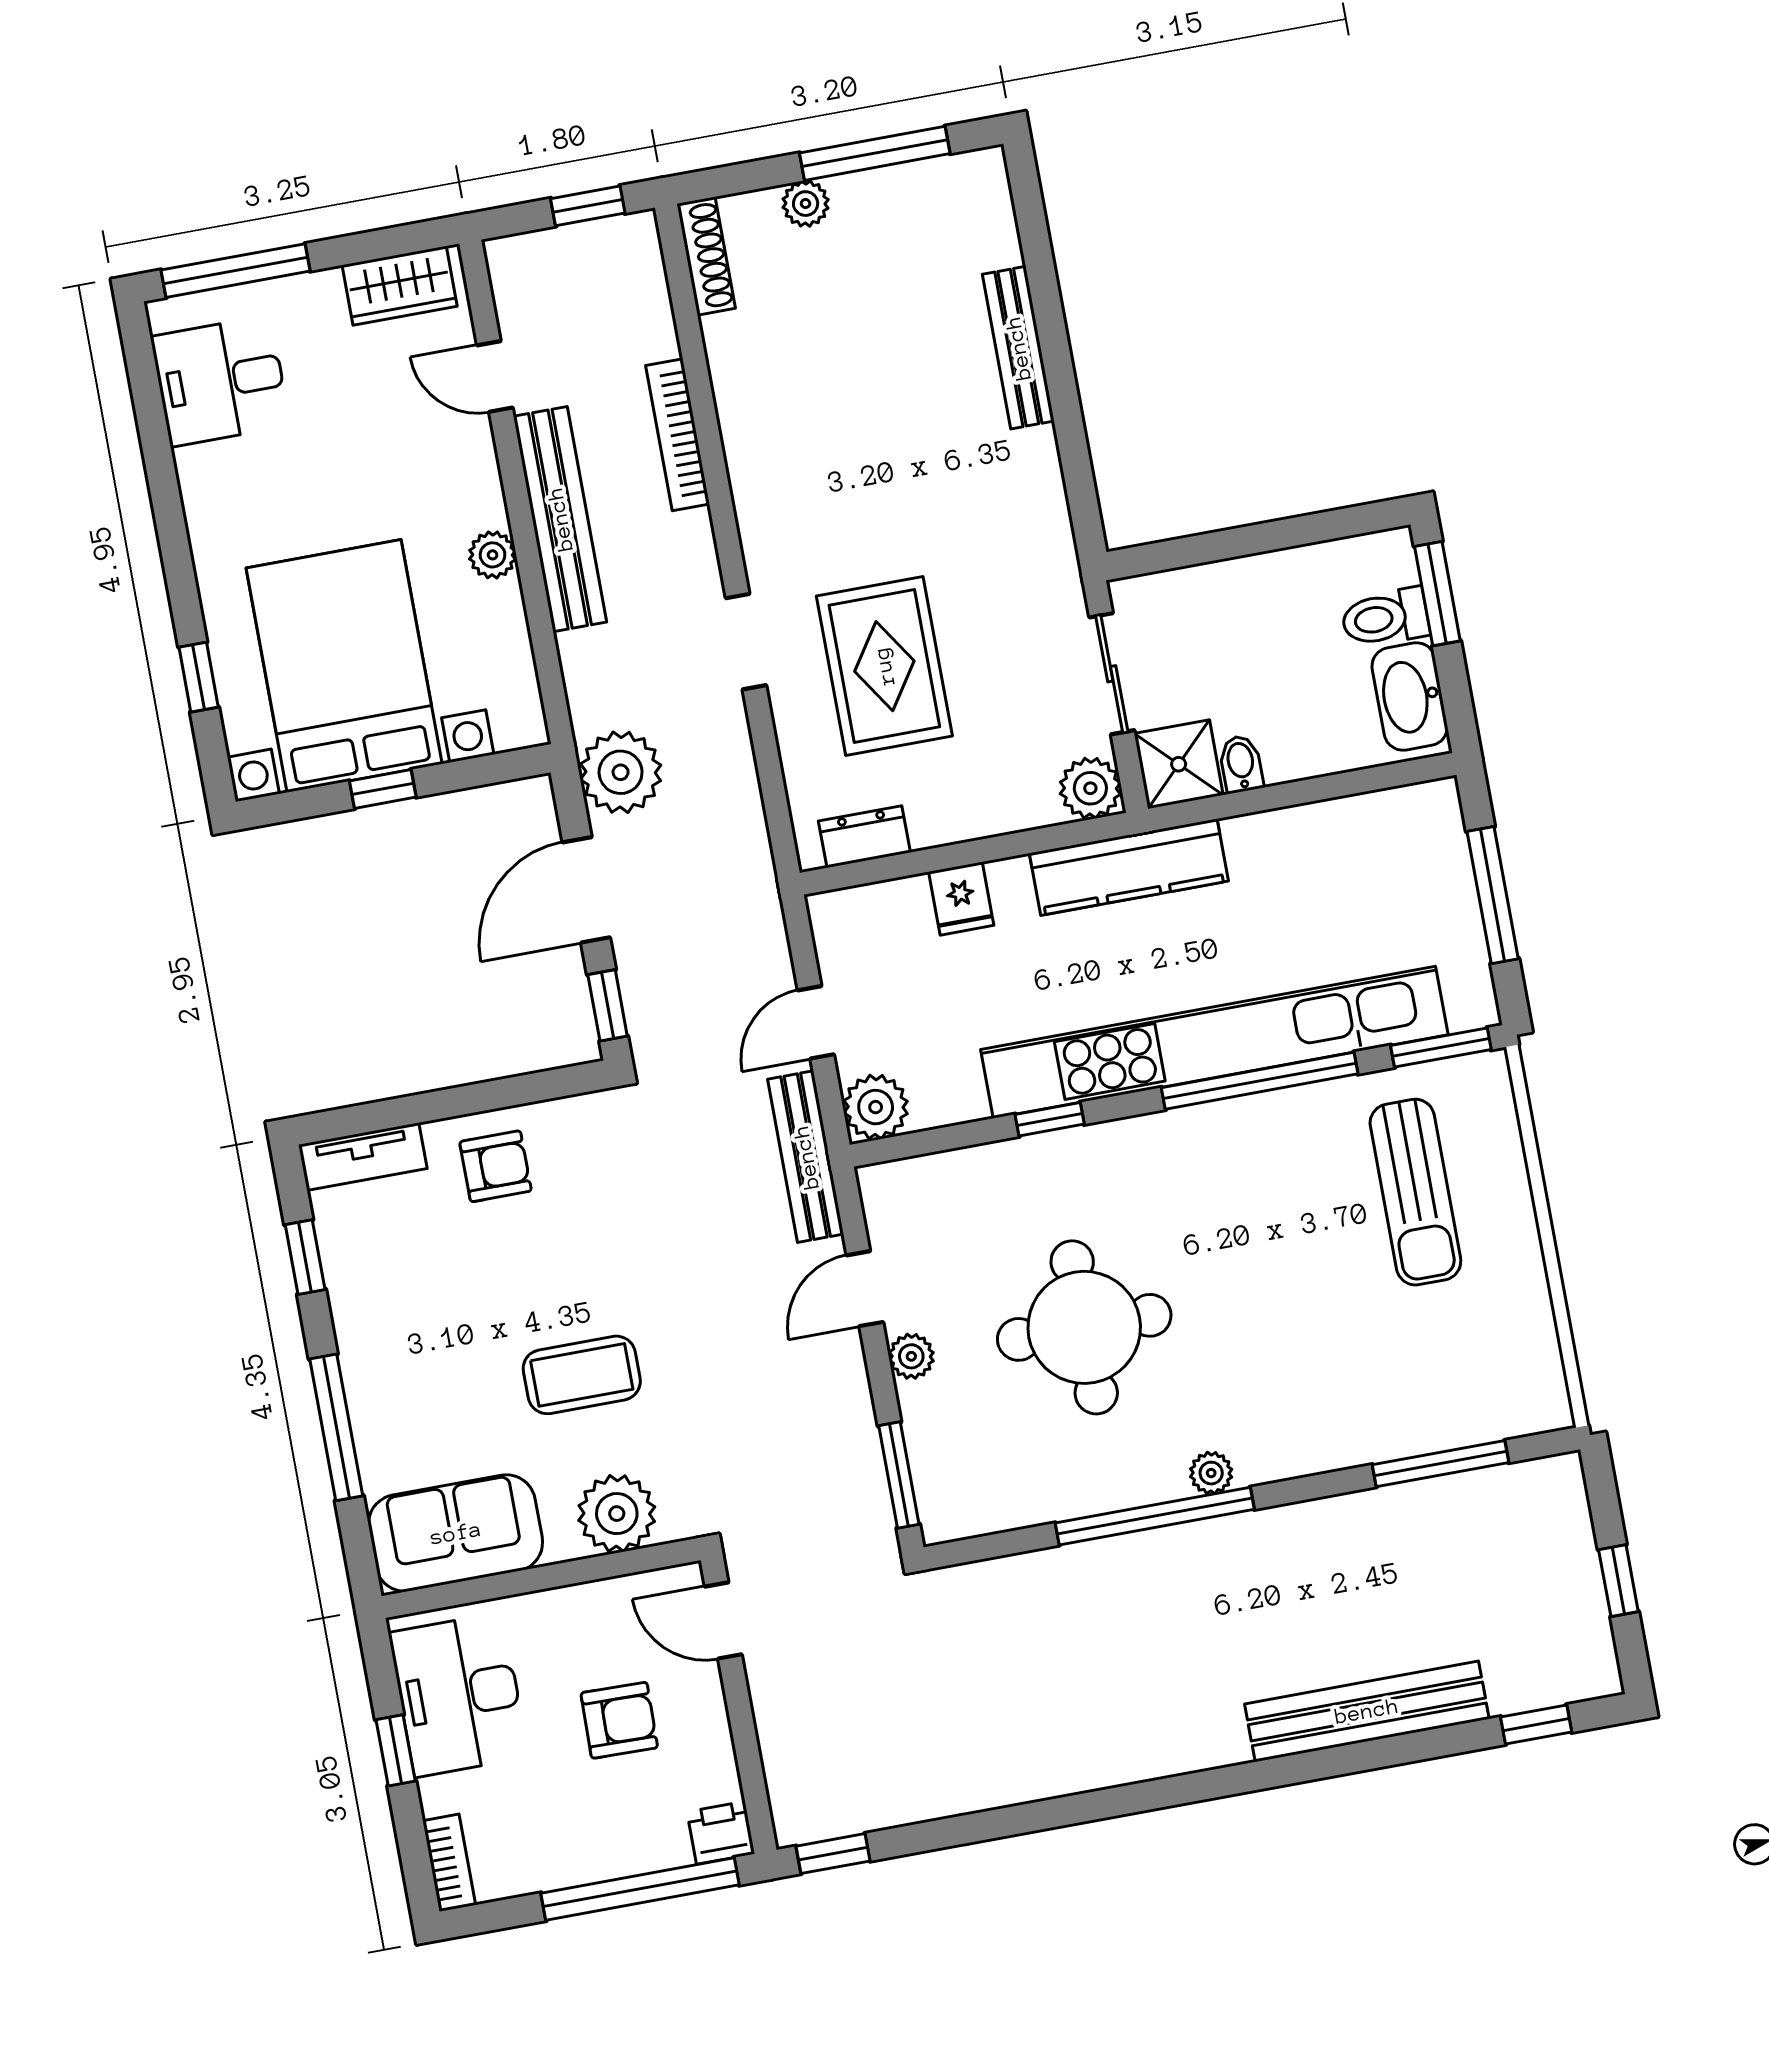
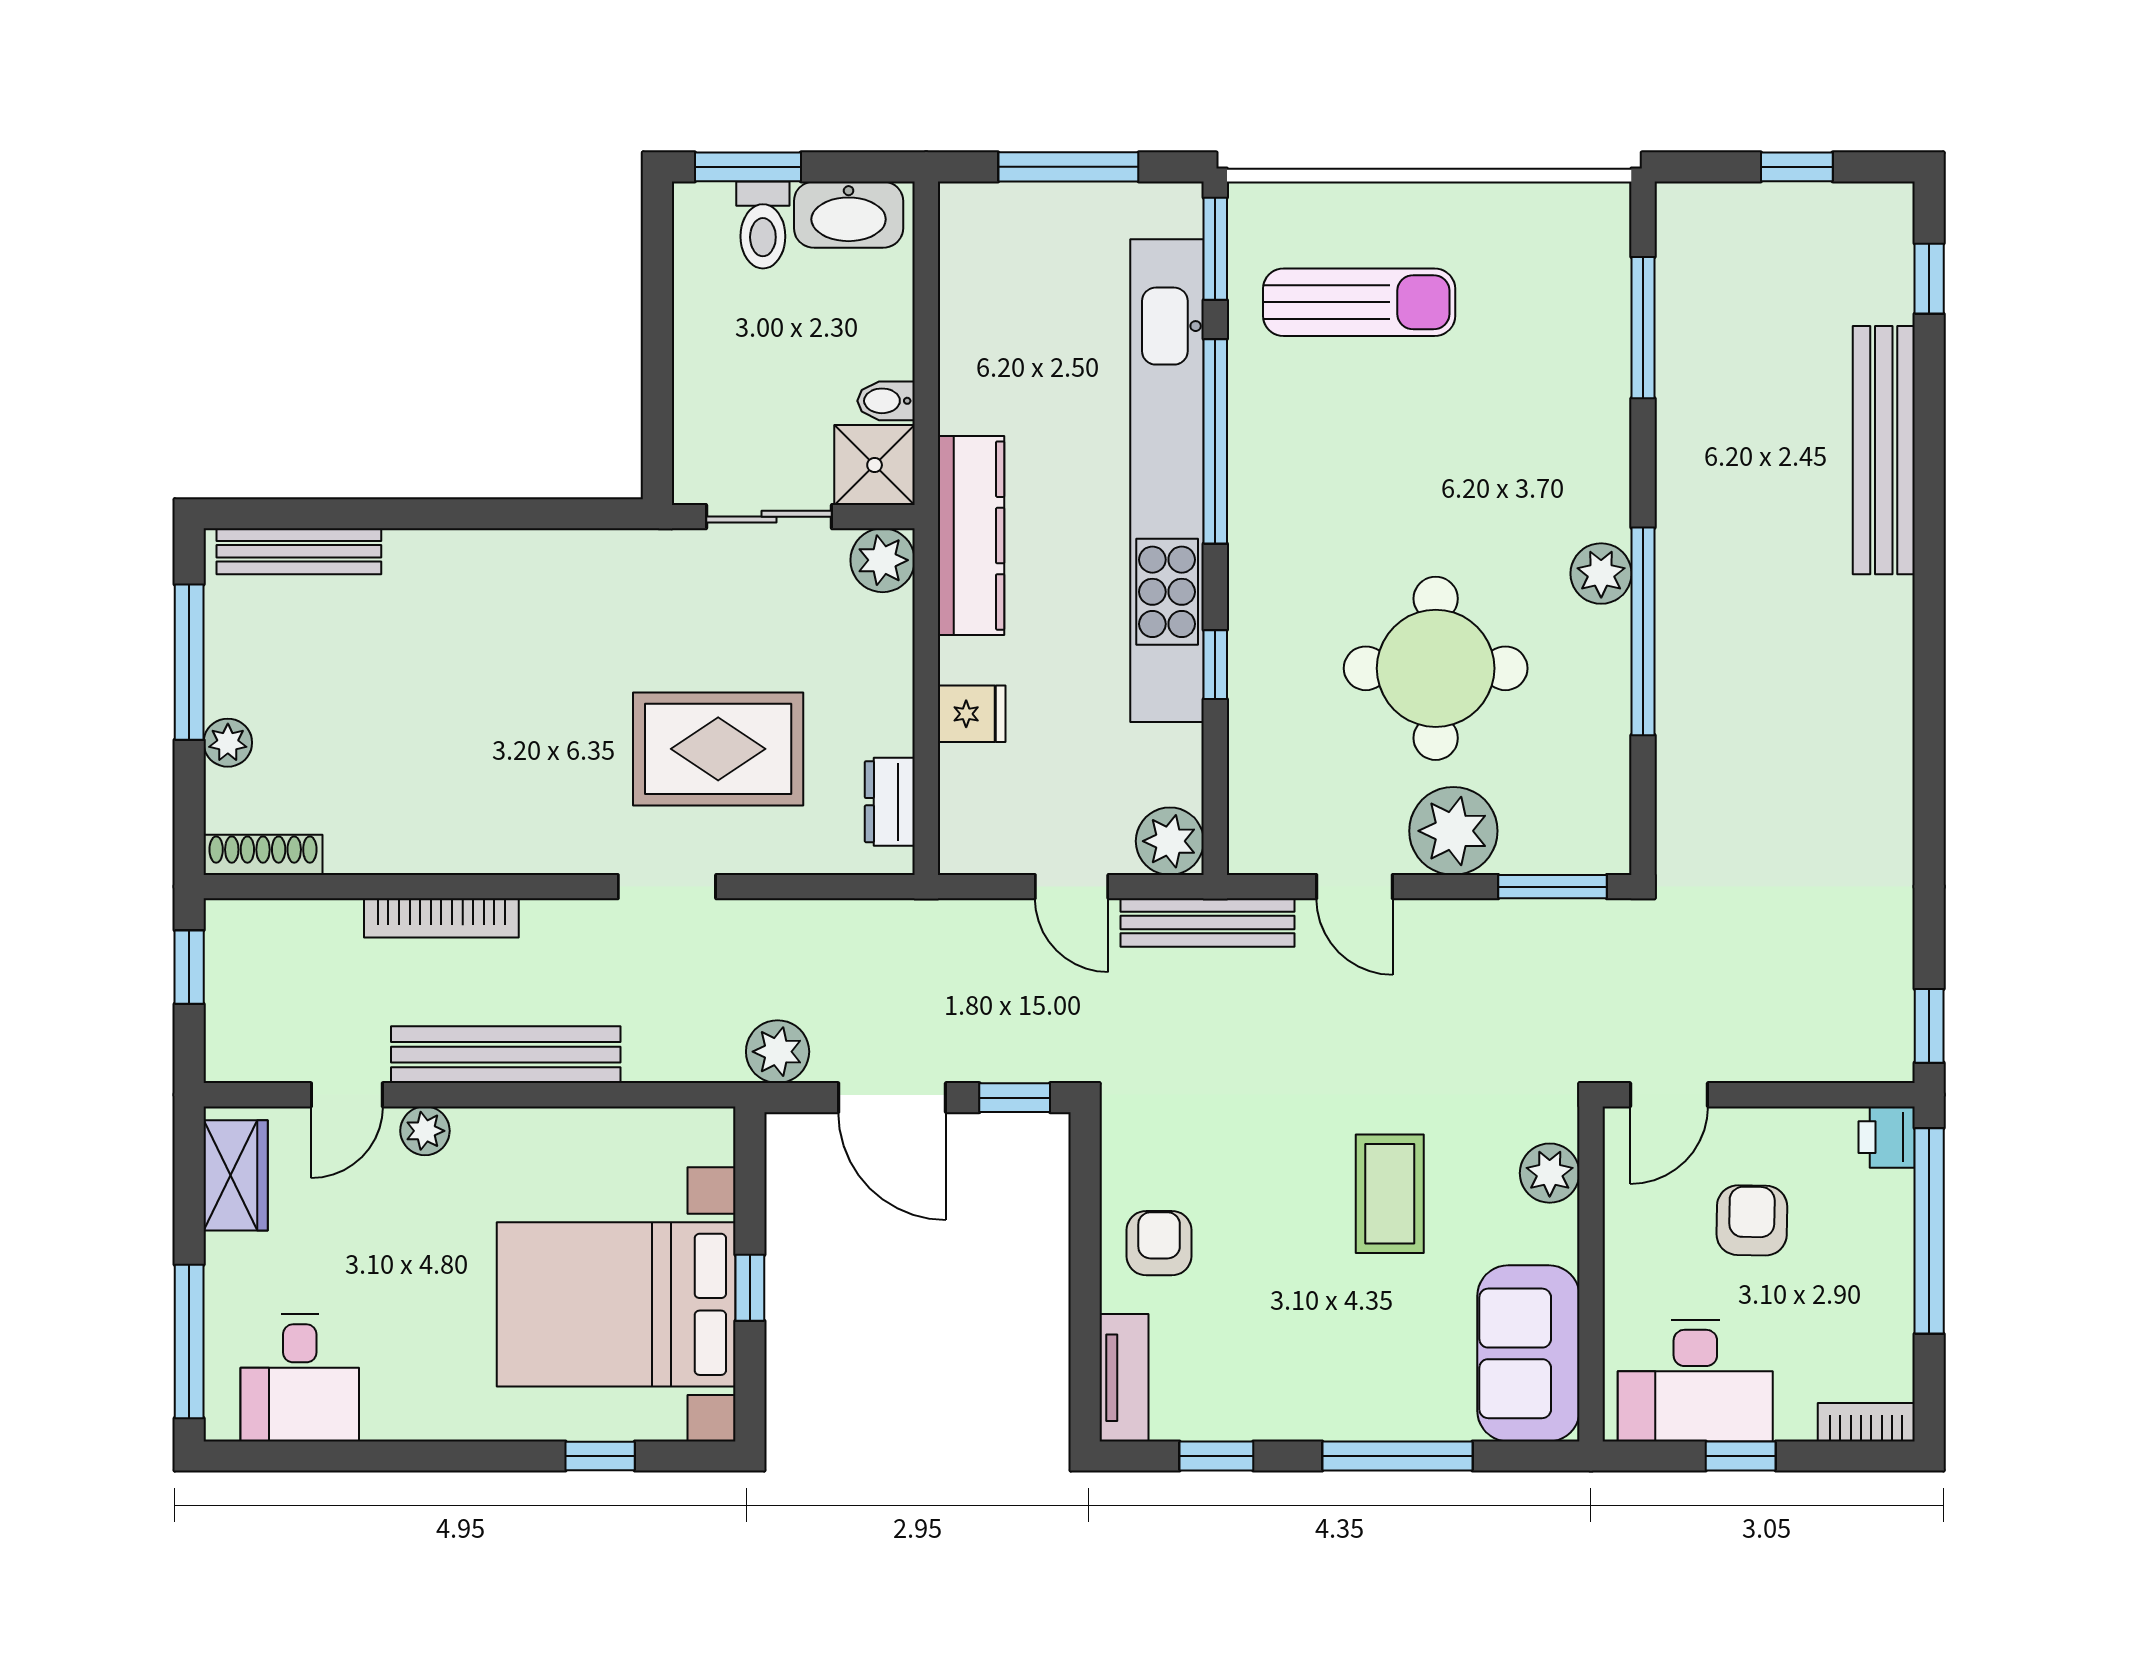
bench: (1018, 348) -> (299, 551), moved
plant: (493, 555) -> (425, 1131), moved
plant: (621, 772) -> (778, 1052), width x0.73, depth x0.73
plant: (911, 1356) -> (1453, 831), width x1.87, depth x1.87
plant: (1211, 1473) -> (1601, 574), width x1.38, depth x1.38
plant: (617, 1514) -> (1550, 1173), width x0.73, depth x0.73

